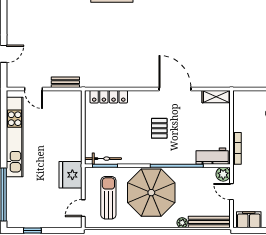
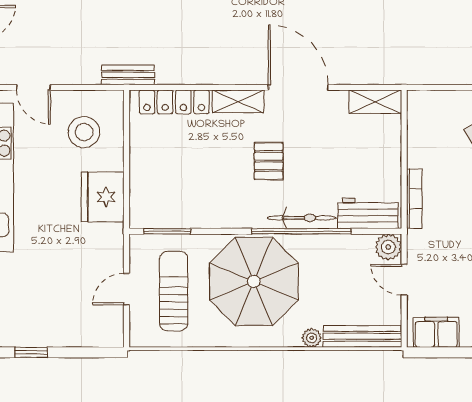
bench: (65, 82) -> (128, 75), moved
shelving: (143, 96) -> (238, 101), added
stool: (61, 113) -> (84, 132), added
bicycle: (103, 159) -> (302, 218), moved
fridge: (71, 175) -> (103, 197), moved
door: (83, 208) -> (126, 289), moved

